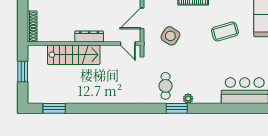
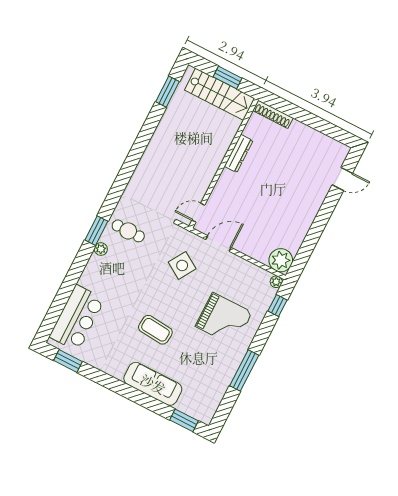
door: (142, 18) -> (218, 244), hinge flipped
coffee table: (225, 32) -> (155, 330), turned -69
dresser: (89, 36) -> (239, 153), moved
stairs: (74, 55) -> (220, 94), moved, turned -90

